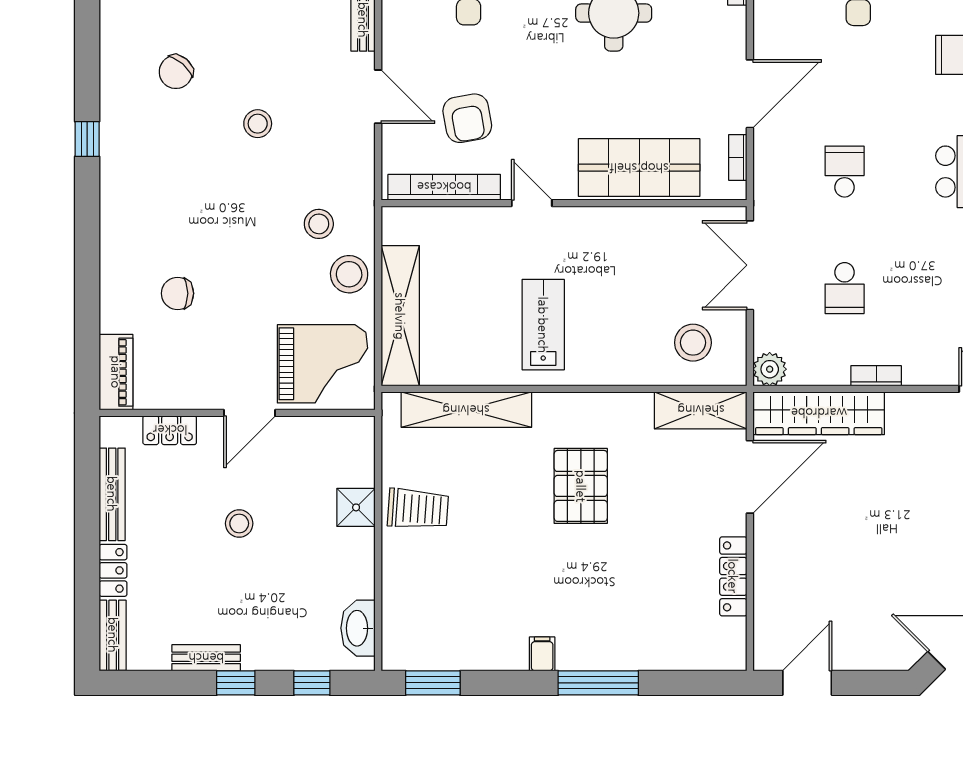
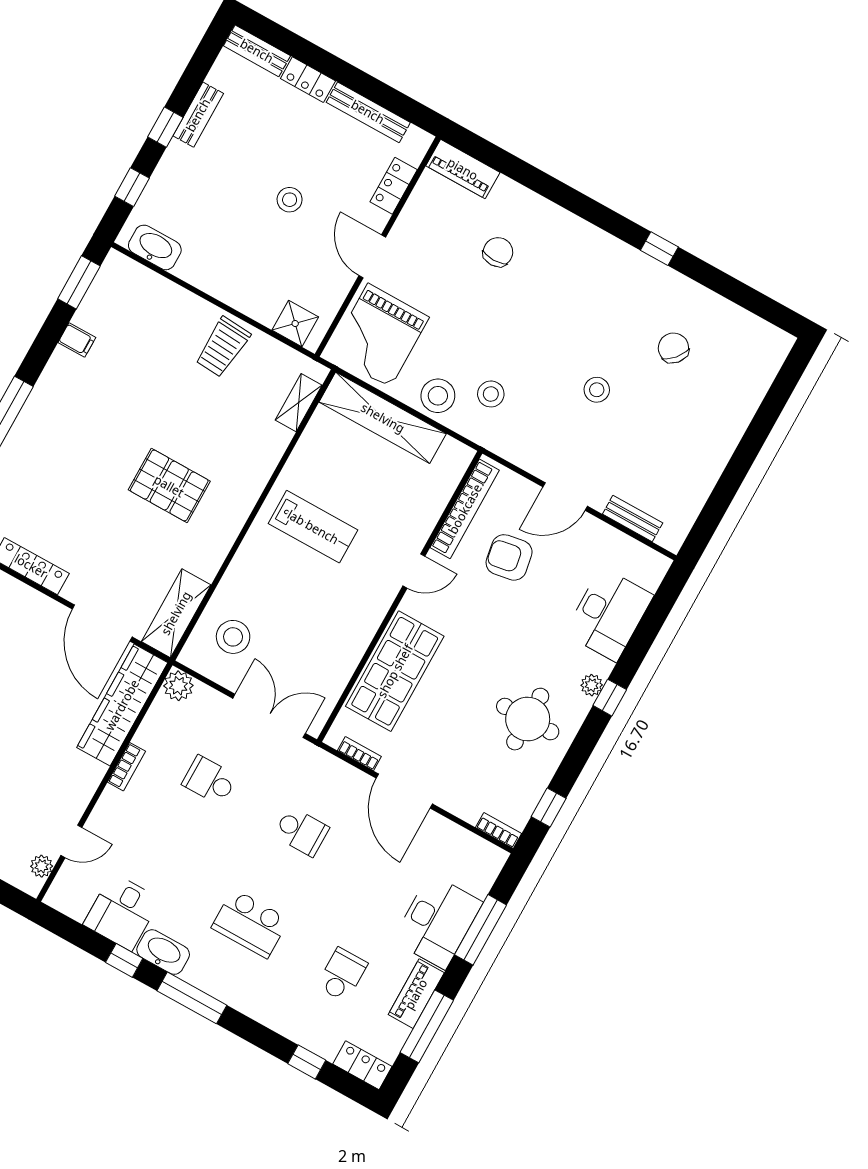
shelving: (466, 410) -> (299, 403), width x0.45, depth x0.75
shower: (356, 507) -> (295, 324), moved
filing cabinet: (542, 654) -> (77, 340), moved

